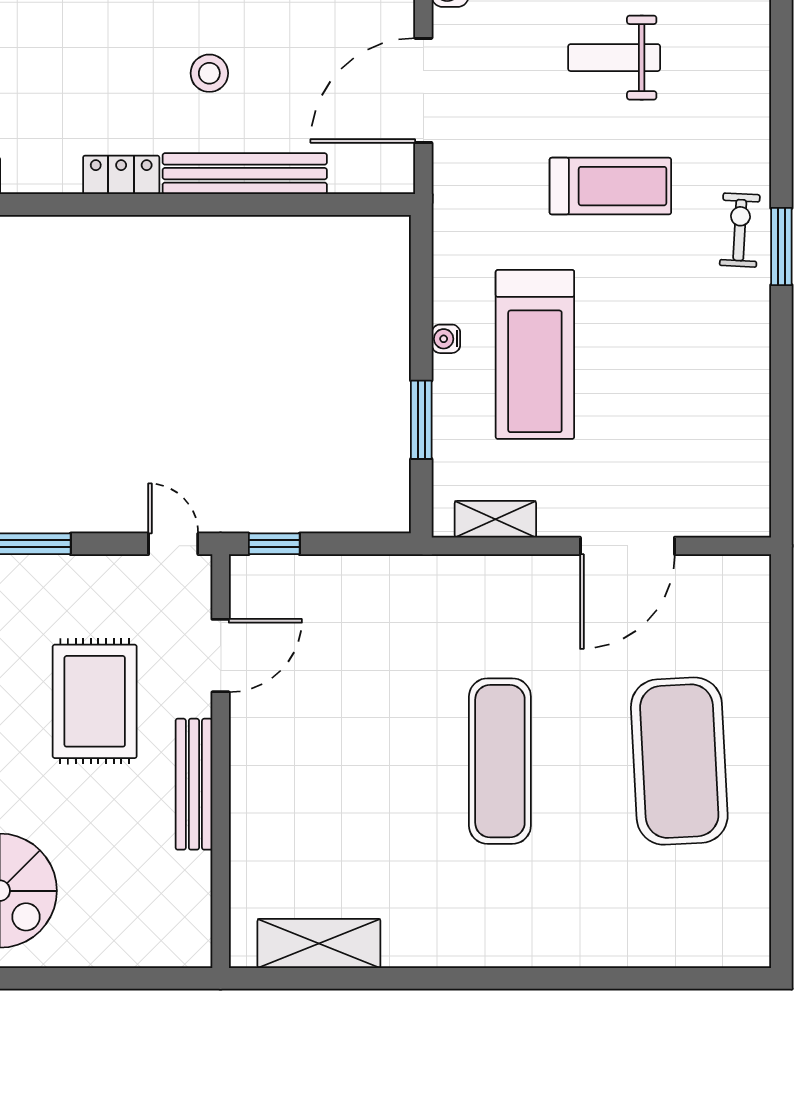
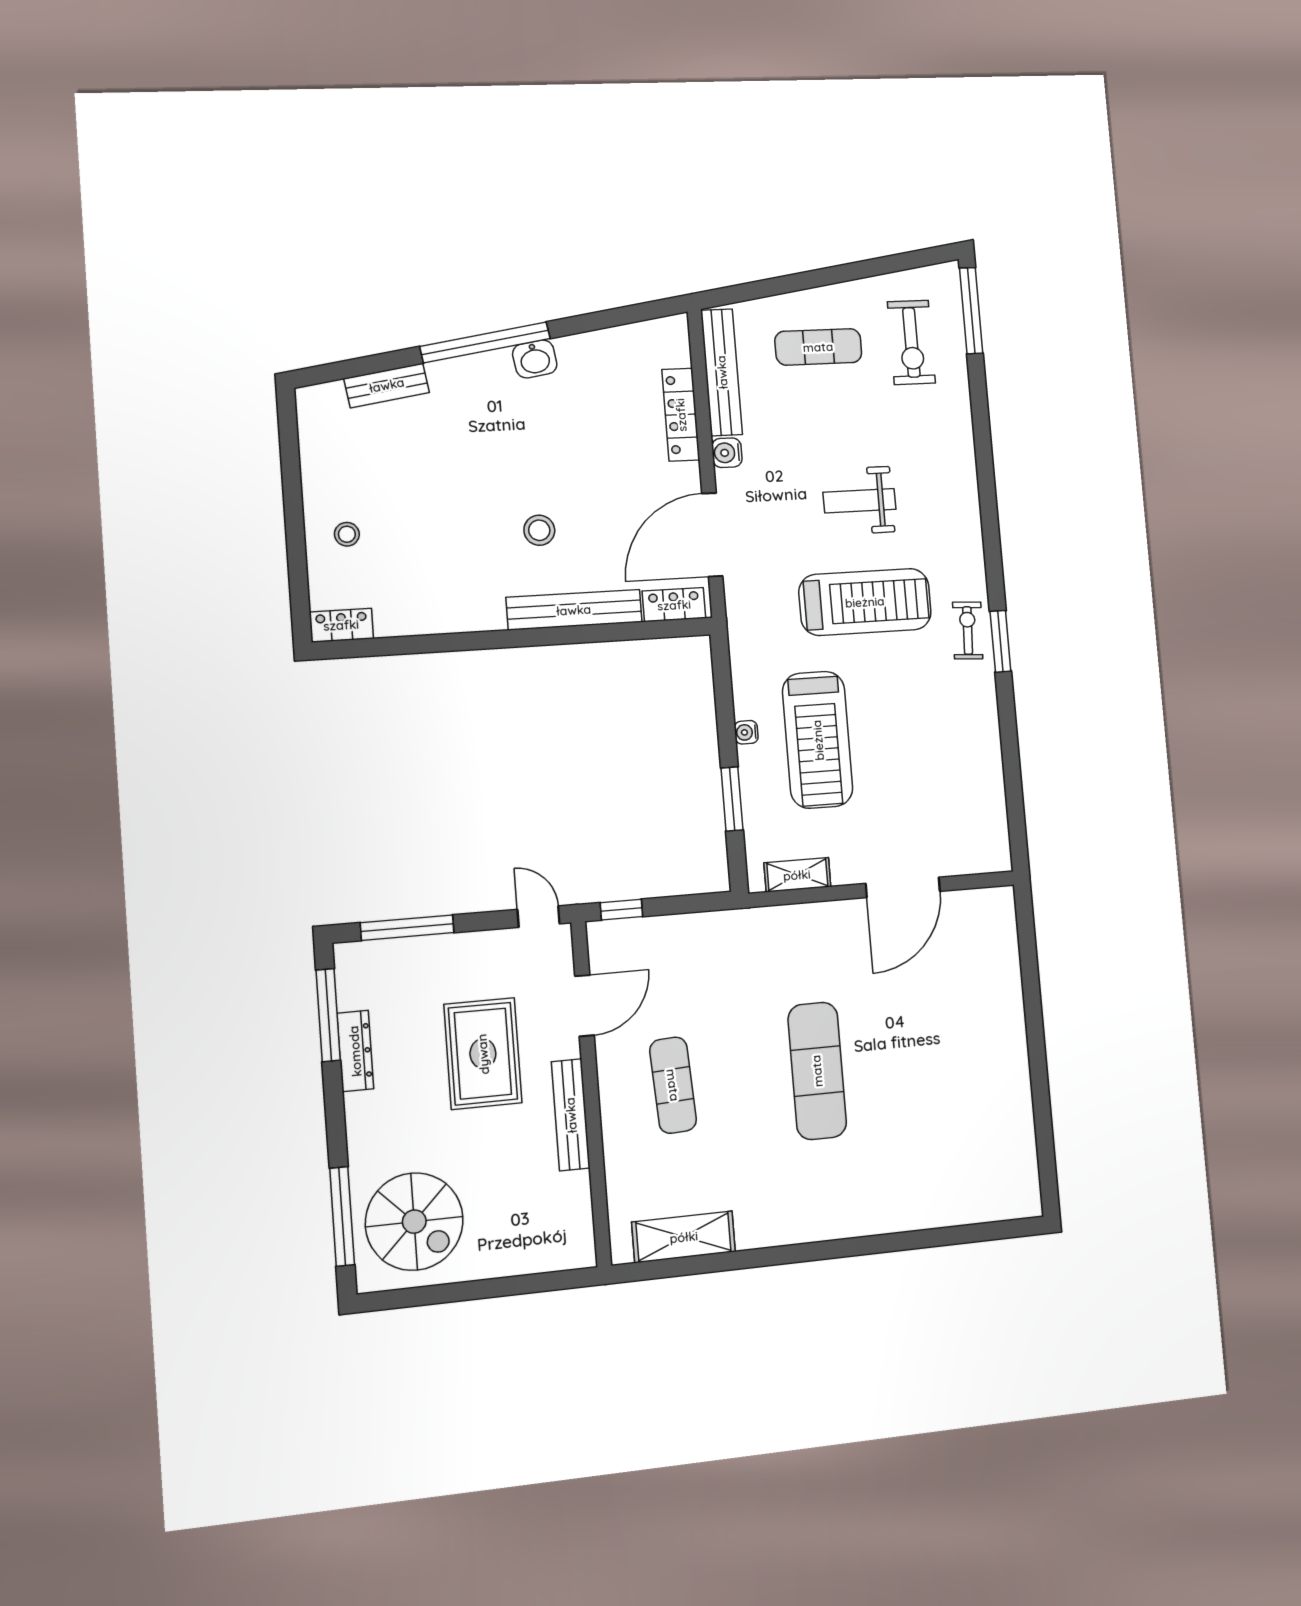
locker: (121, 175) -> (674, 605), moved
treadmill: (610, 186) -> (865, 602), width x1.37, depth x1.38
exercise mat: (679, 761) -> (673, 1085), moved, width x0.50, depth x0.69

